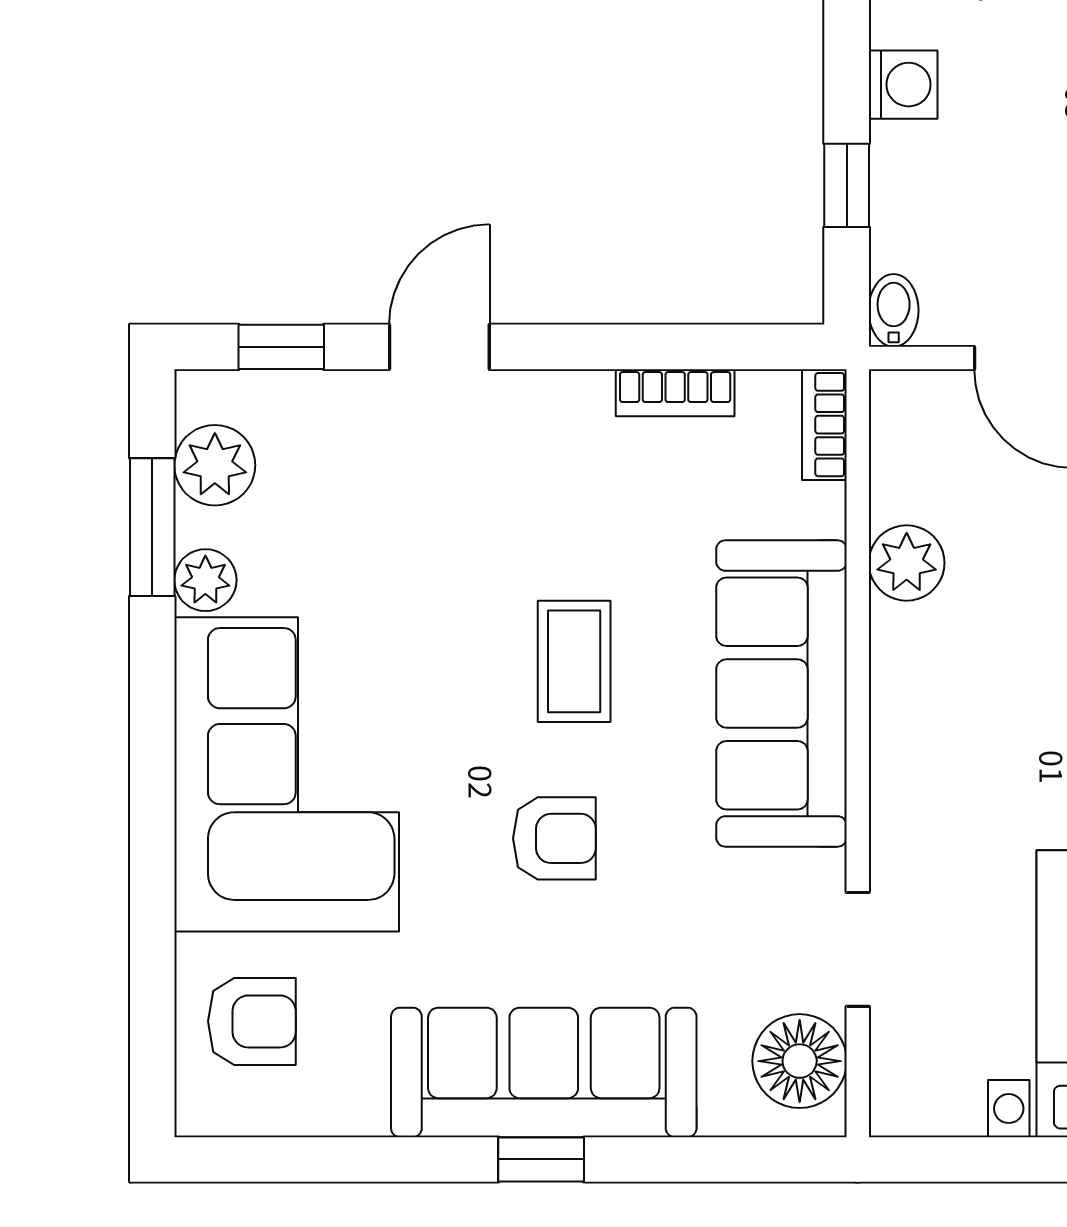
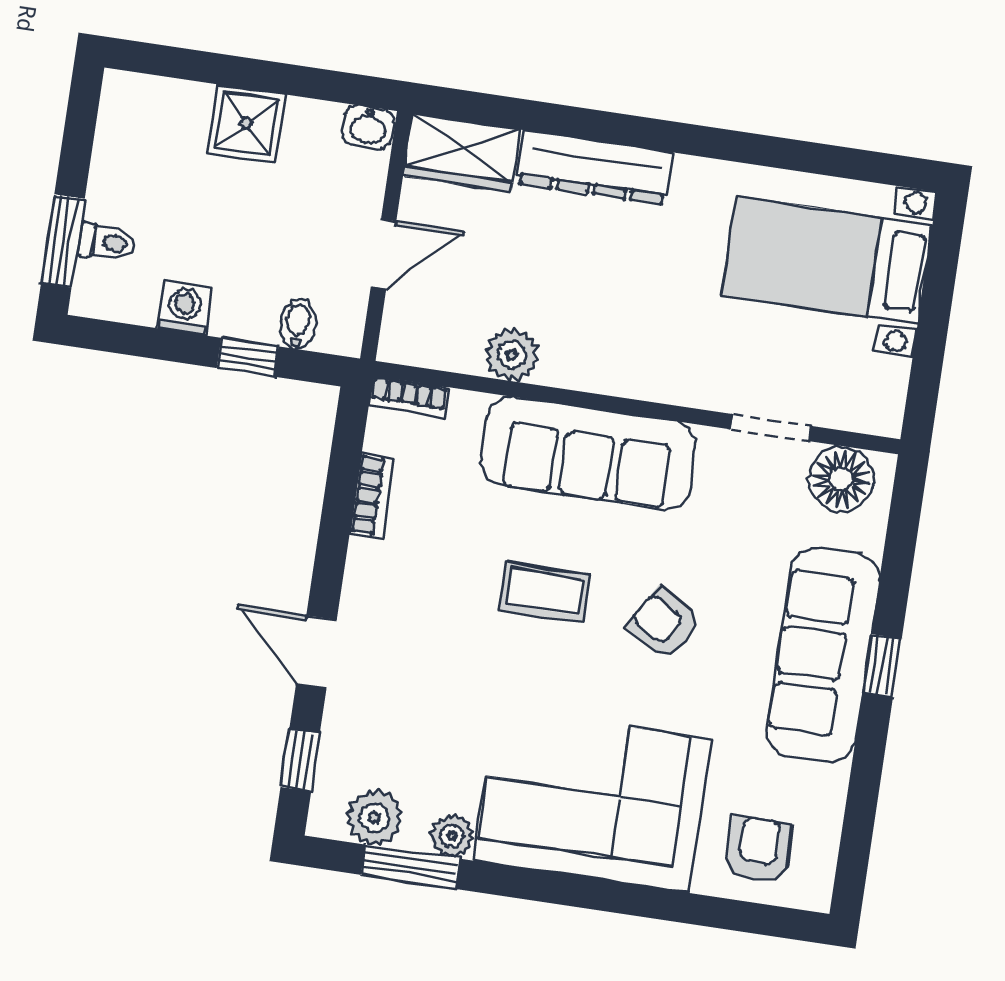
bidet: (894, 310) -> (298, 324), moved, turned 90
armchair: (554, 838) -> (664, 624), turned -59

